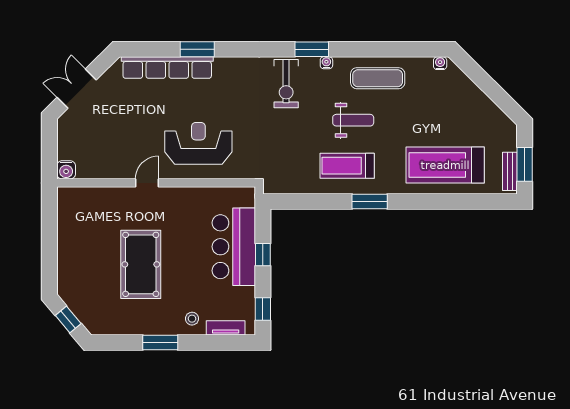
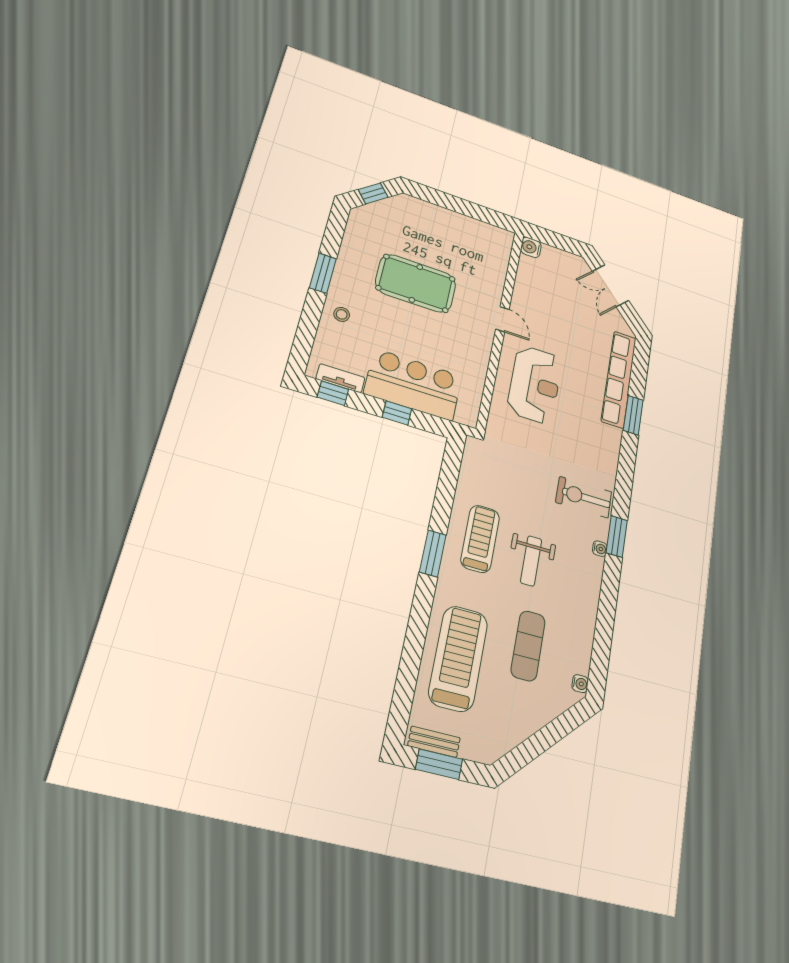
exercise mat: (378, 78) -> (528, 646), moved
double door: (77, 89) -> (610, 286), swing flipped
tv unit: (226, 328) -> (340, 378), moved, turned -90

